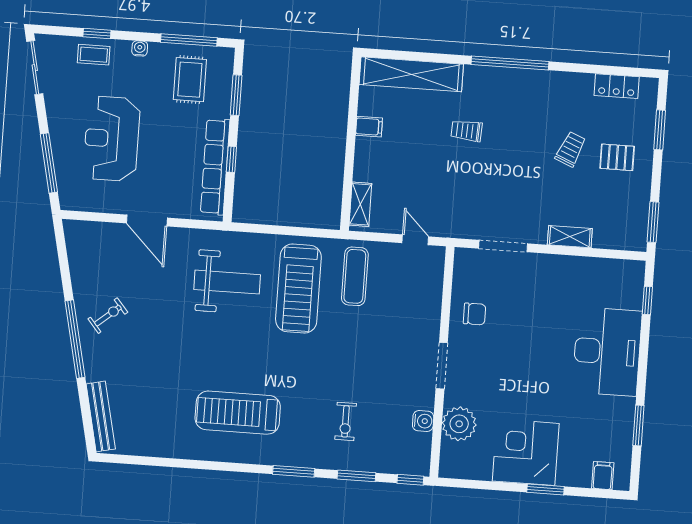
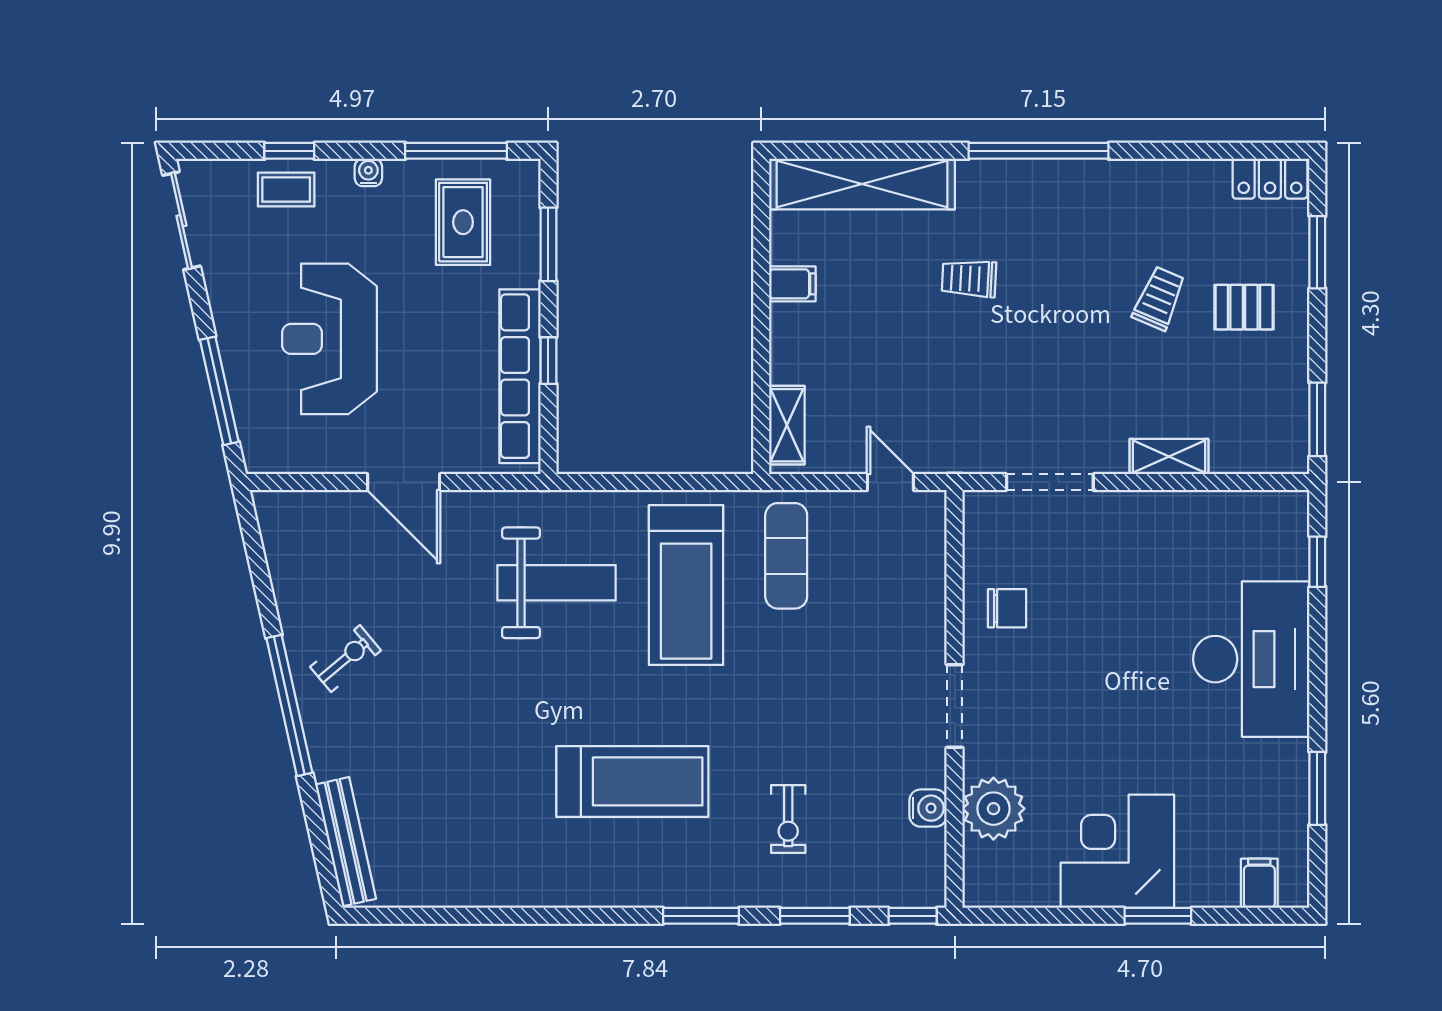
locker: (617, 86) -> (1270, 179), moved
treadmill: (238, 413) -> (632, 781), moved, turned 180

